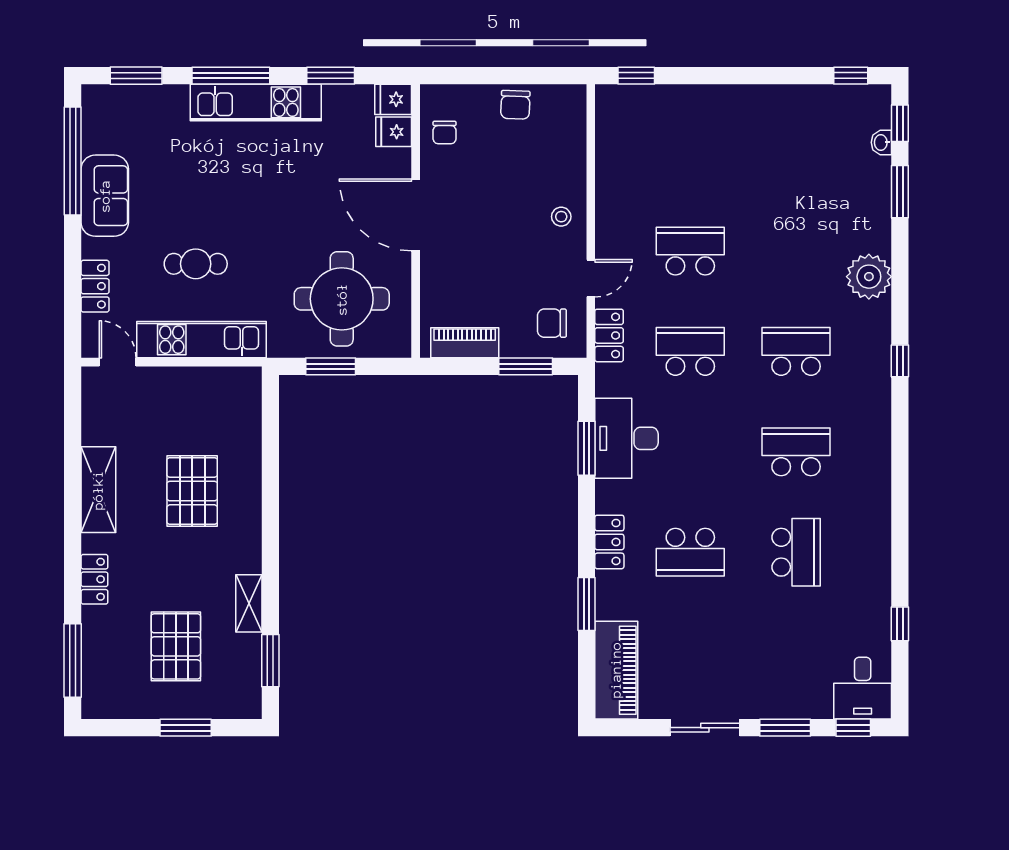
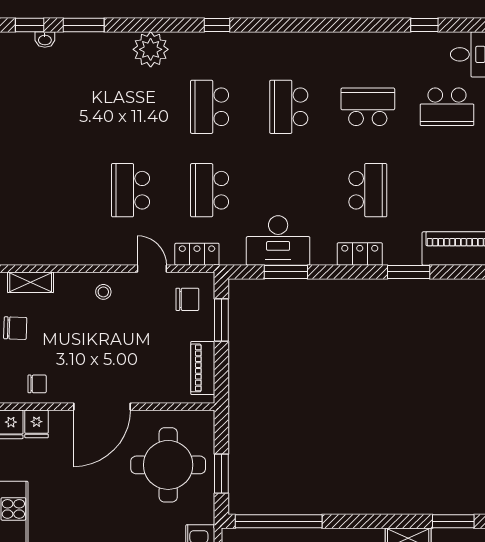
shelving: (573, 124) -> (31, 282), added
chair: (552, 323) -> (187, 299), turned -90
window: (270, 439) -> (279, 521), added
school desk: (796, 653) -> (447, 107), added

